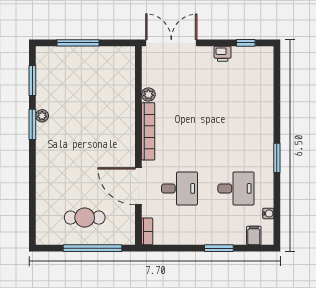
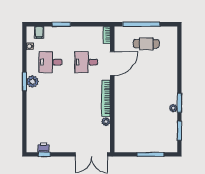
printer: (223, 54) -> (44, 148), moved
plant: (264, 158) -> (32, 81), added
door: (138, 186) -> (112, 64), hinge flipped

